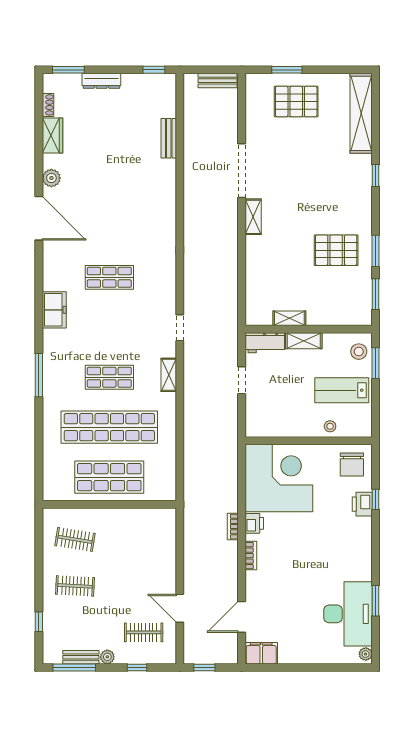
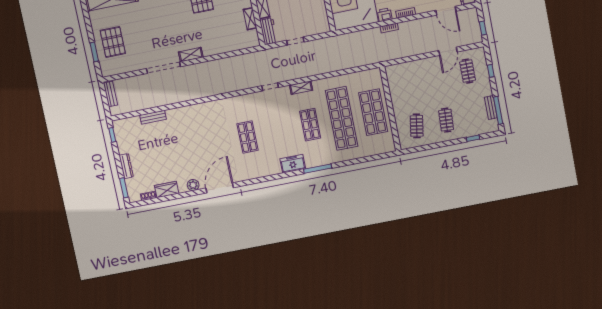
freezer: (54, 310) -> (293, 164), moved
plant: (107, 657) -> (487, 91), removed

